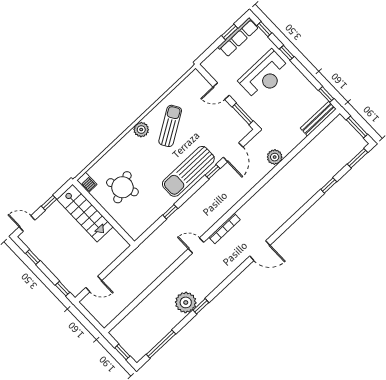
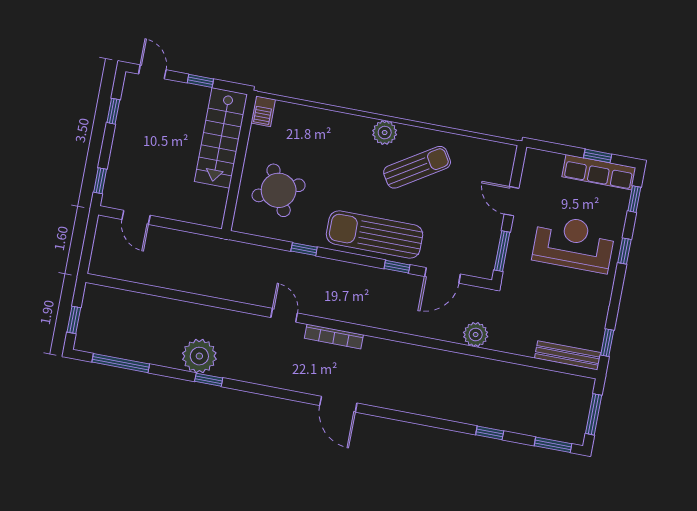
reception desk: (265, 75) -> (574, 243), turned 180
round table: (122, 187) -> (279, 190), moved

